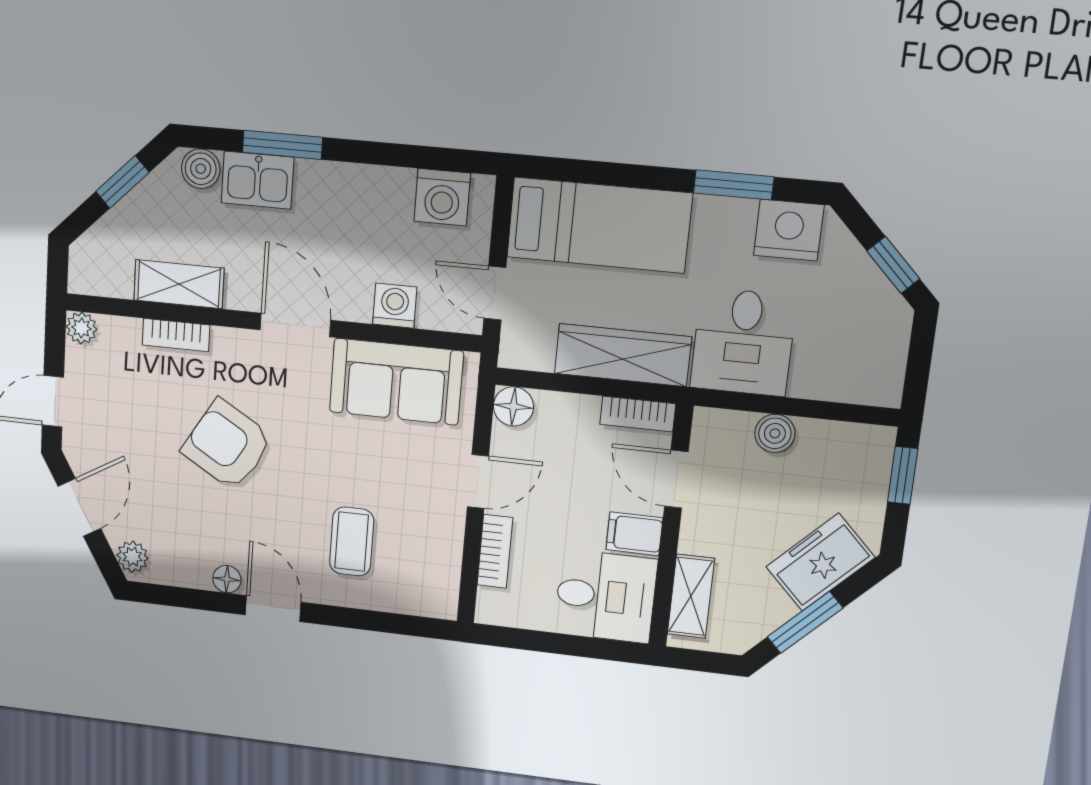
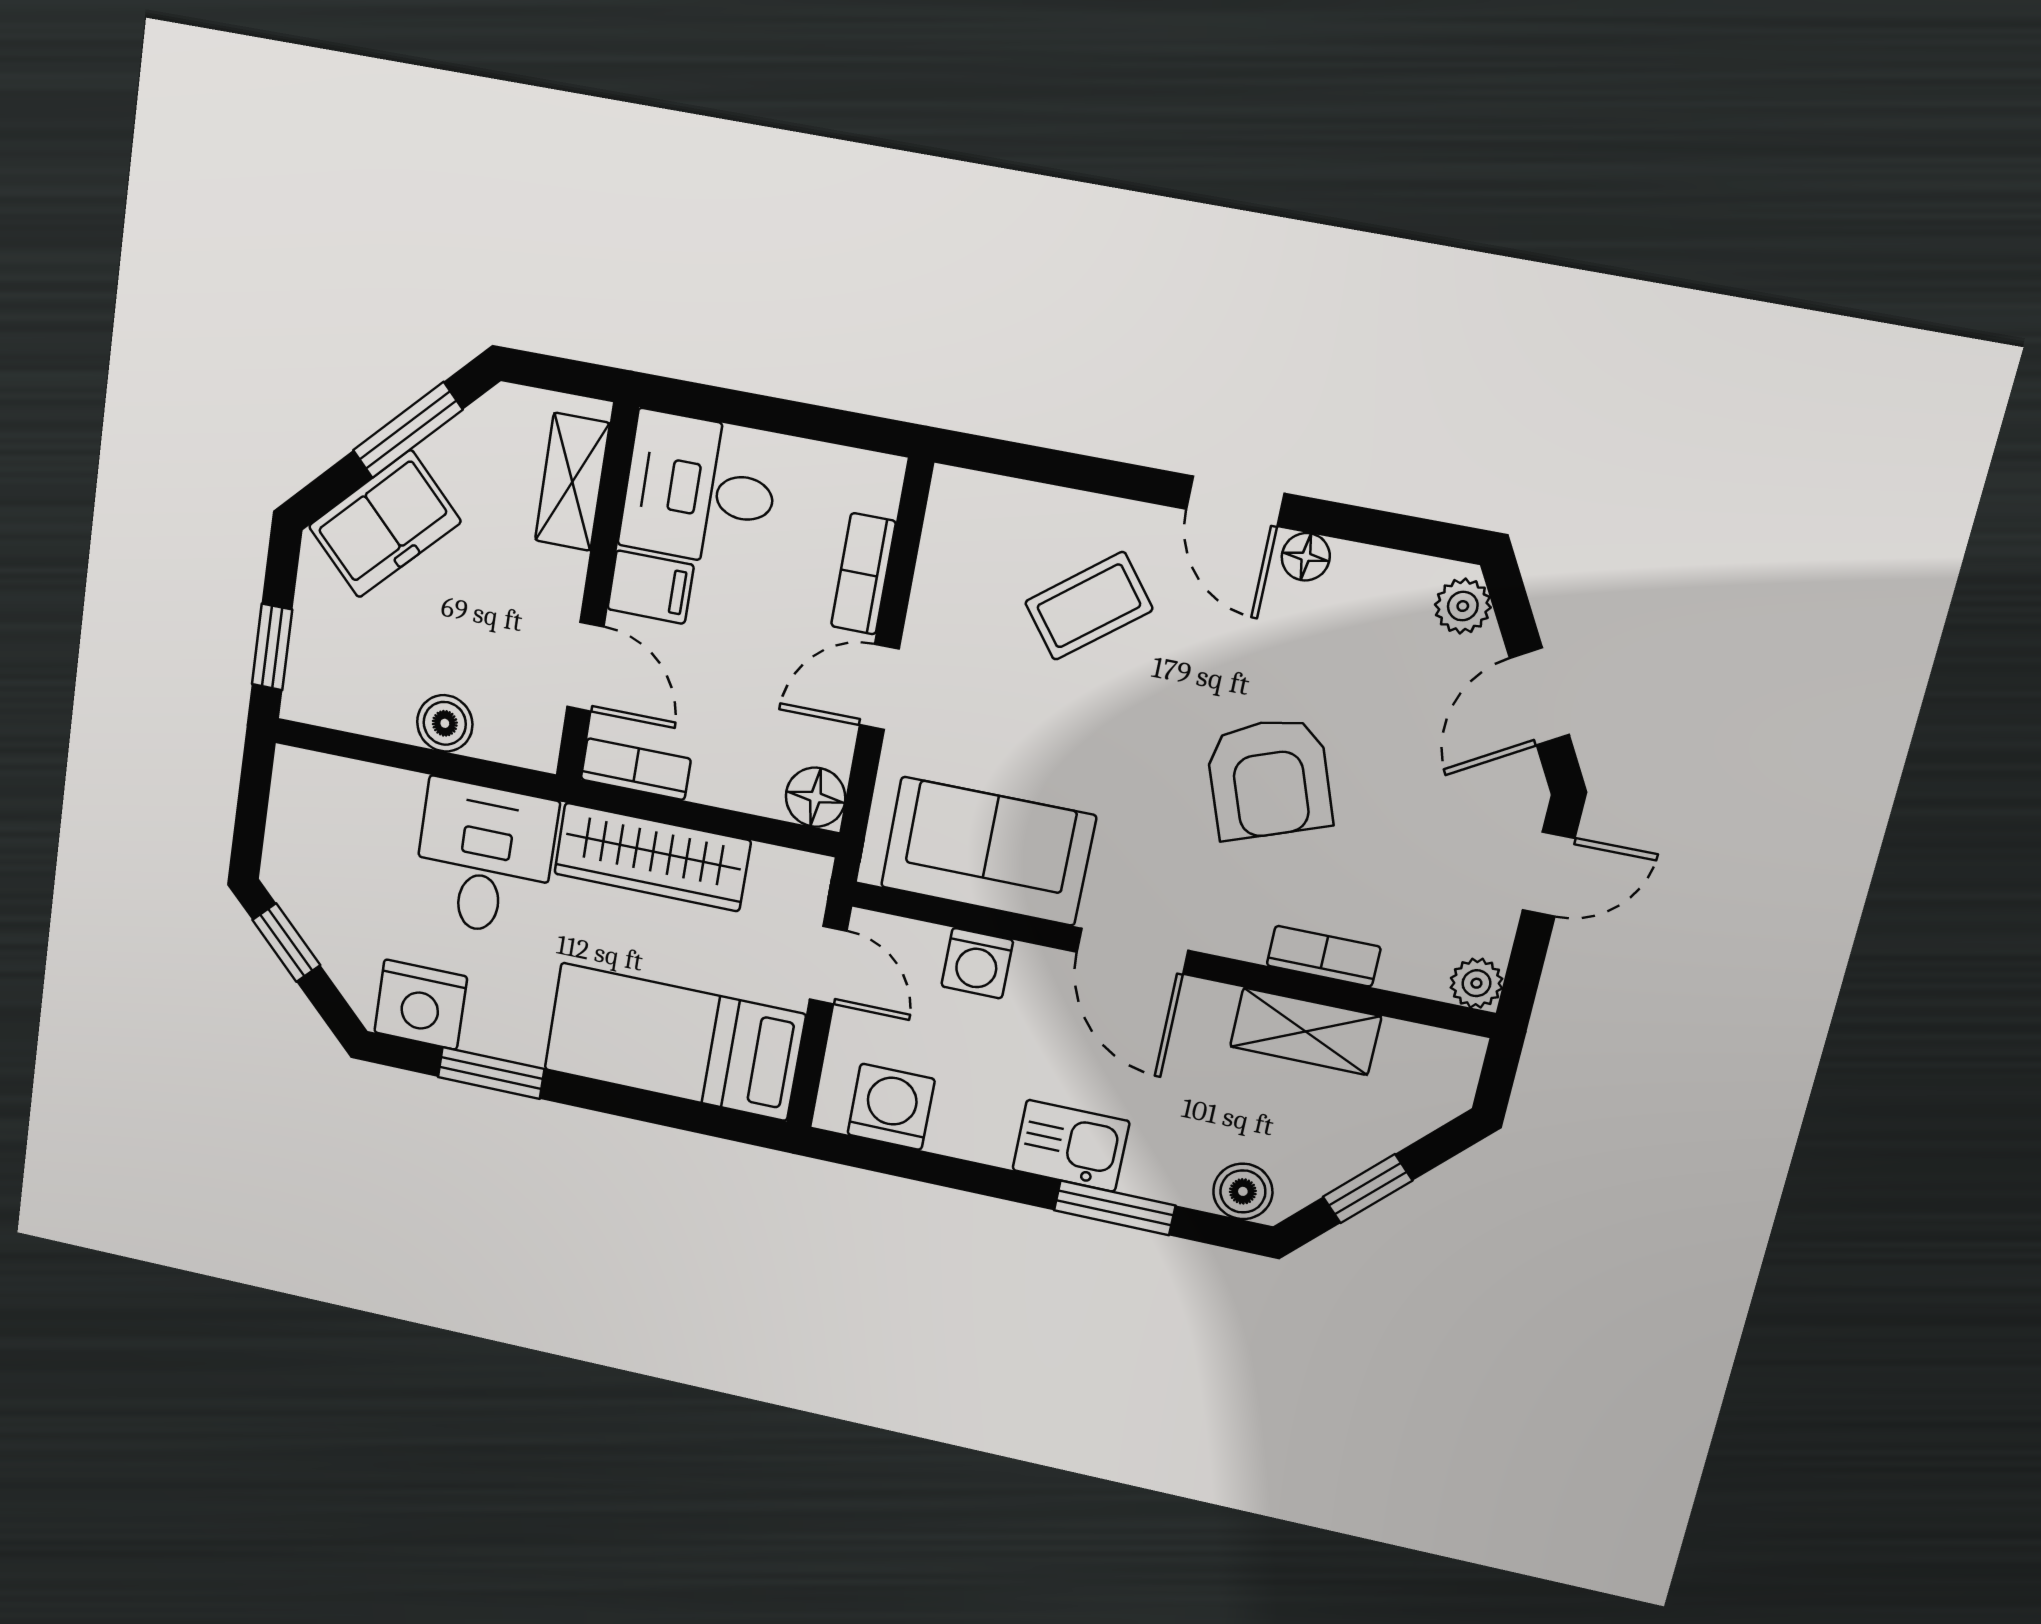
kitchen sink: (258, 180) -> (1071, 1146), moved
armchair: (227, 445) -> (1269, 778), turned 39
coffee table: (352, 542) -> (1089, 606), turned 52

